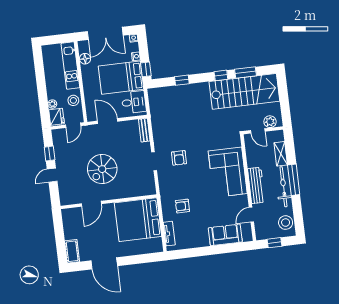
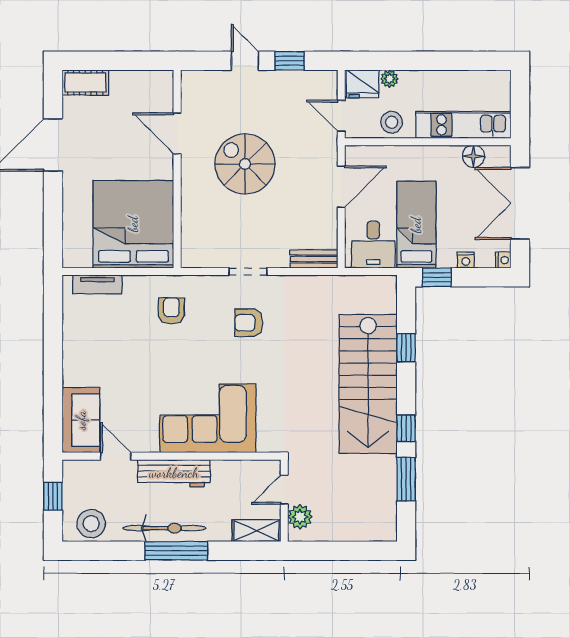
bed: (121, 78) -> (416, 225), width x0.67
stairs: (244, 91) -> (368, 384), moved
shelving: (281, 154) -> (256, 531), moved
armchair: (182, 206) -> (171, 311), moved
sofa: (225, 235) -> (81, 420), moved

